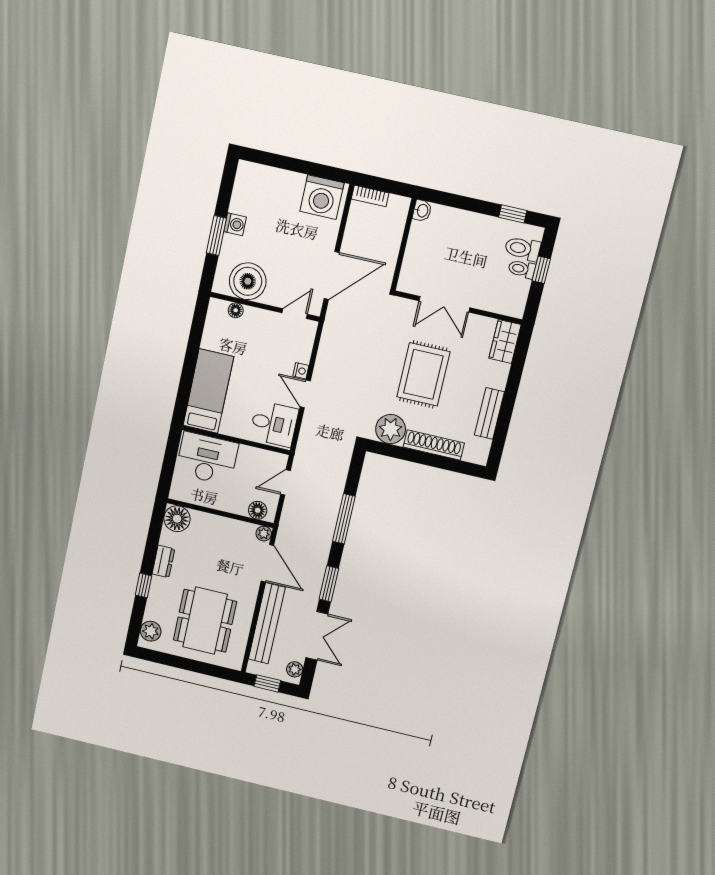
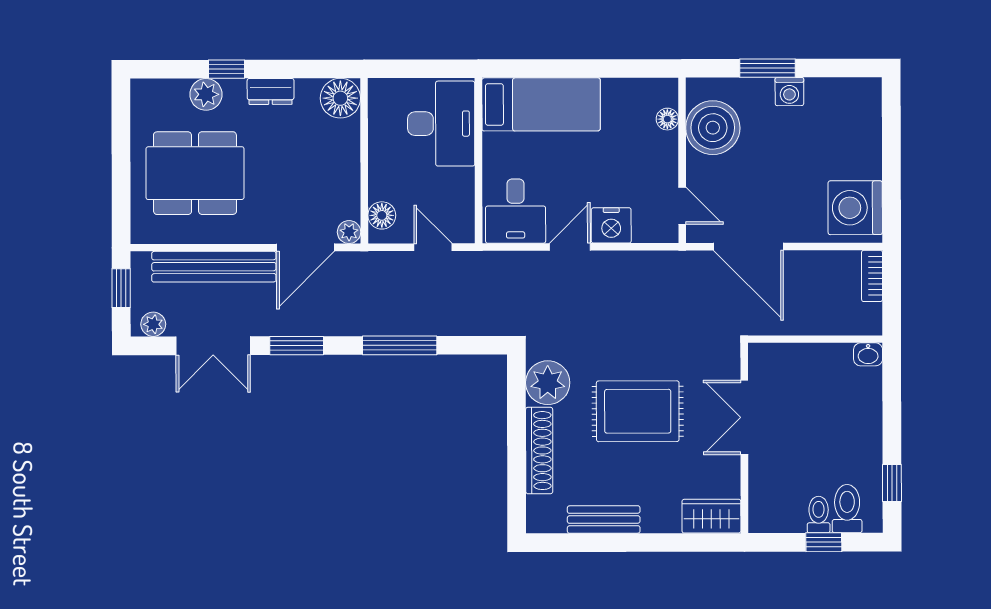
nightstand: (301, 371) -> (611, 225), width x1.89, depth x1.79
plant: (151, 631) -> (206, 94), moved

